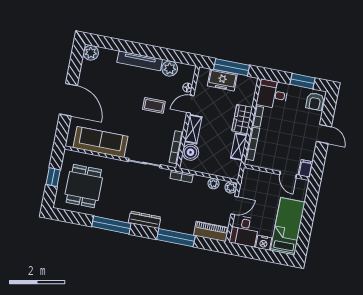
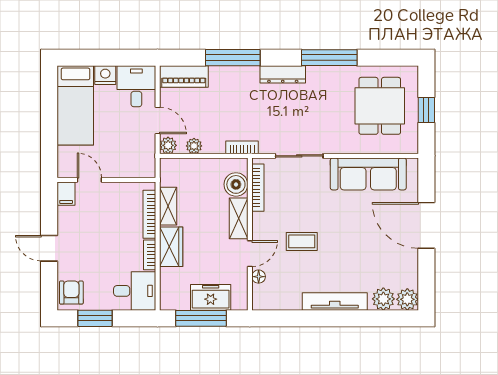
plant: (170, 69) -> (383, 299), moved
door: (235, 205) -> (158, 120), swing flipped

